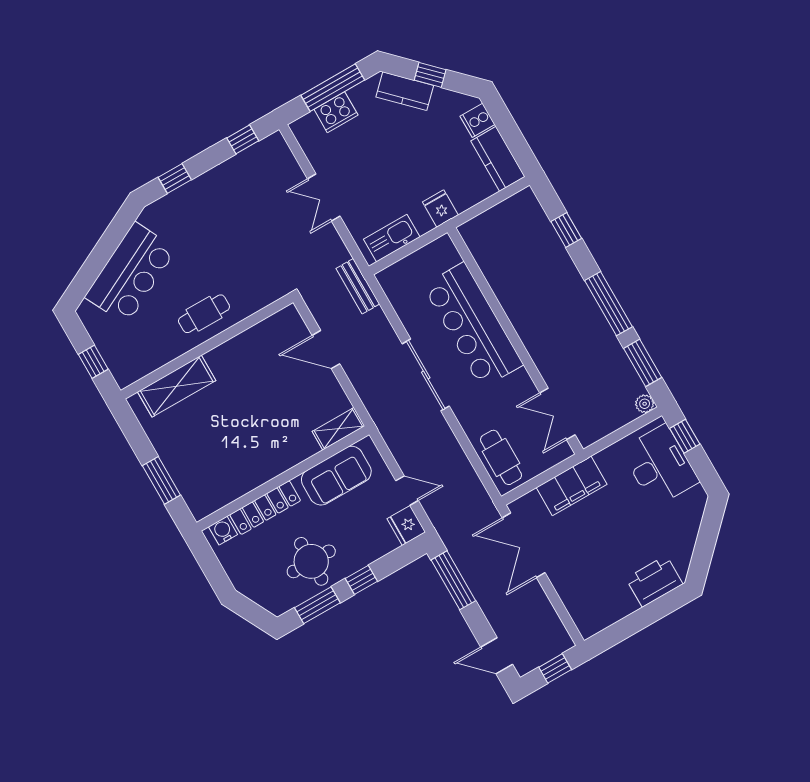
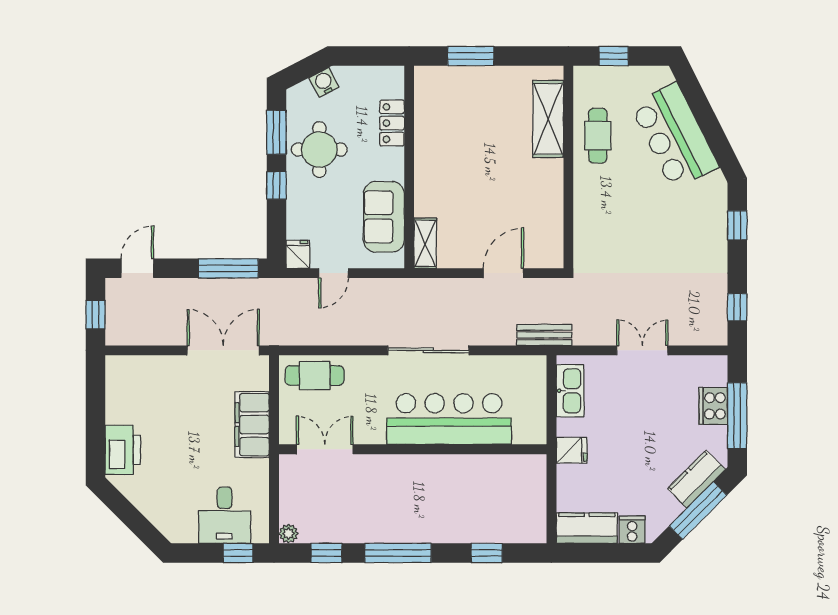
window: (430, 75) -> (698, 511), width x2.17
cafe table: (204, 314) -> (598, 136), moved
window: (643, 363) -> (326, 553), width x0.67
desk: (660, 466) -> (225, 515), width x0.73
locker: (265, 508) -> (392, 123), width x0.66
fridge: (406, 525) -> (298, 254), width x0.72
water cooler: (223, 531) -> (324, 82), moved, turned -117

